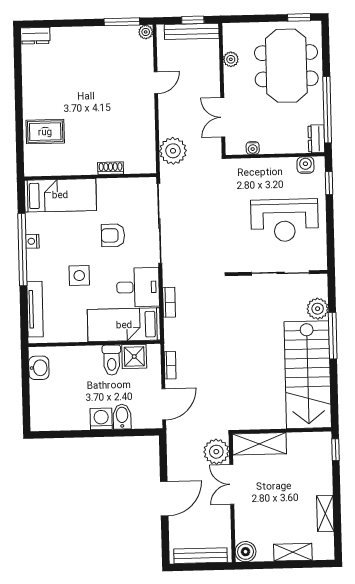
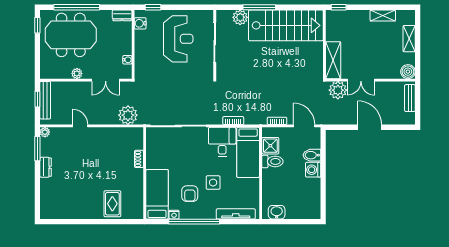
dresser: (35, 36) -> (46, 167), moved
plant: (231, 59) -> (77, 73), moved
window: (327, 110) -> (77, 7), moved
armchair: (113, 235) -> (190, 194), moved
nightstand: (32, 241) -> (174, 215), moved
bench: (200, 556) -> (410, 98), width x0.73

